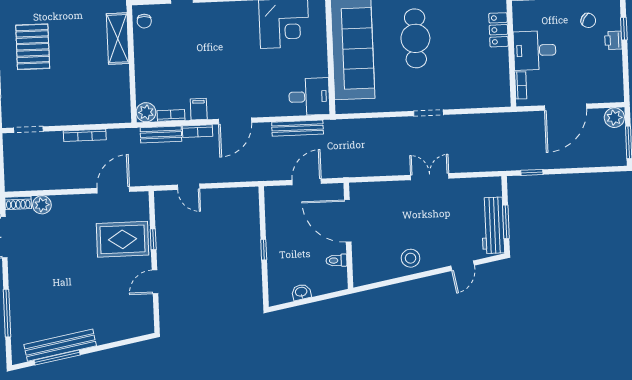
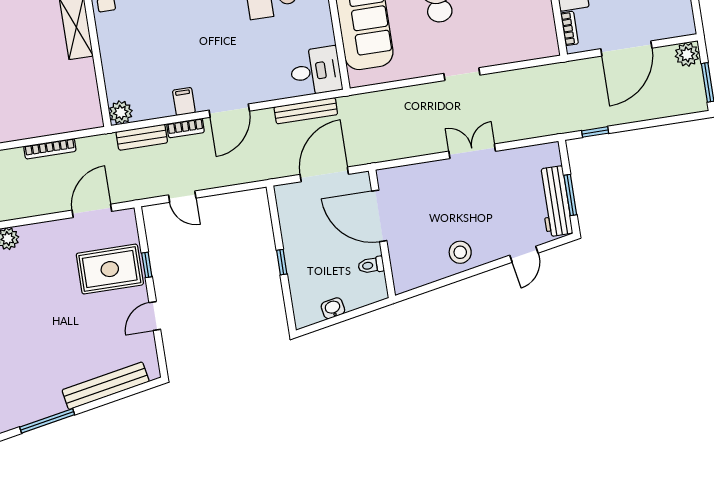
bookcase: (171, 115) -> (151, 113), removed
door: (307, 182) -> (324, 174), width x1.36
bench: (60, 345) -> (106, 386), moved

